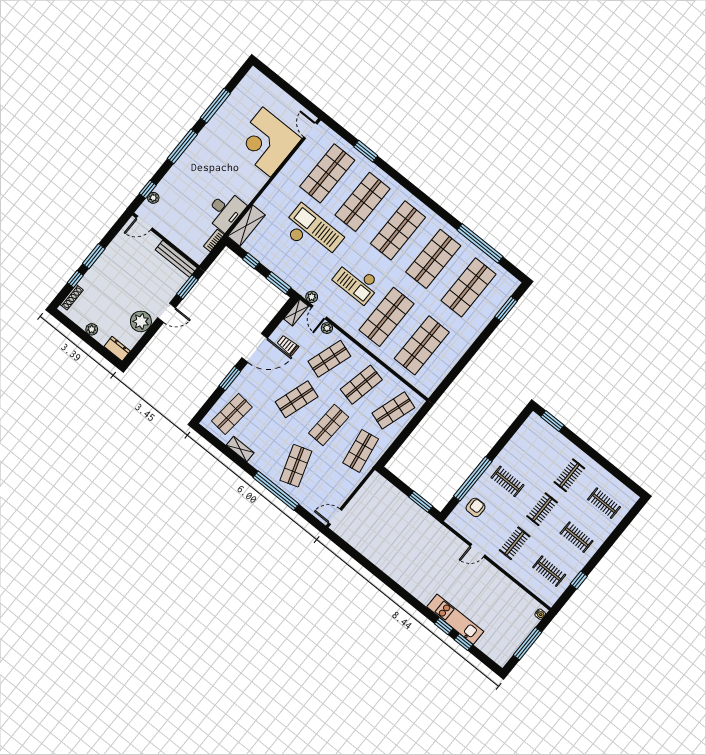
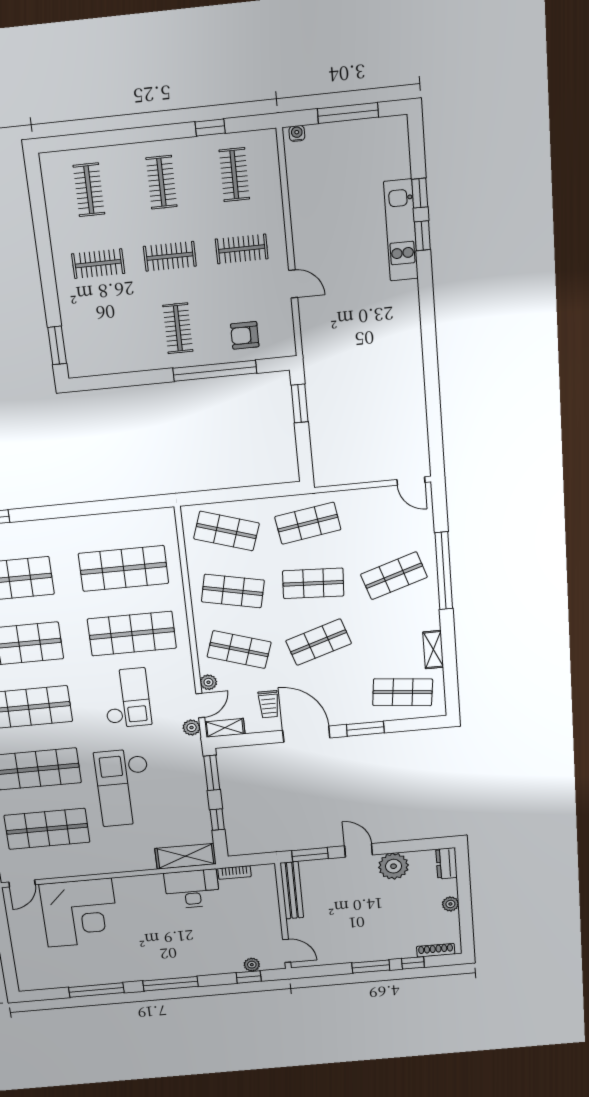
shop shelf: (297, 399) -> (319, 642), turned -36

